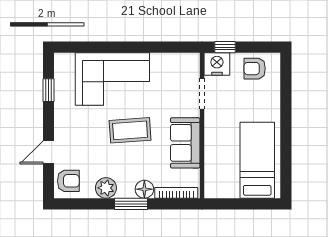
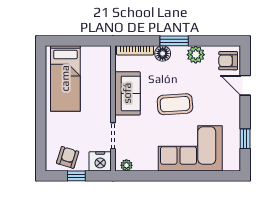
window: (225, 47) -> (76, 176), moved
plant: (186, 59) -> (126, 165), added
armchair: (255, 69) -> (68, 157), turned -73
door: (49, 152) -> (245, 85), swing flipped

